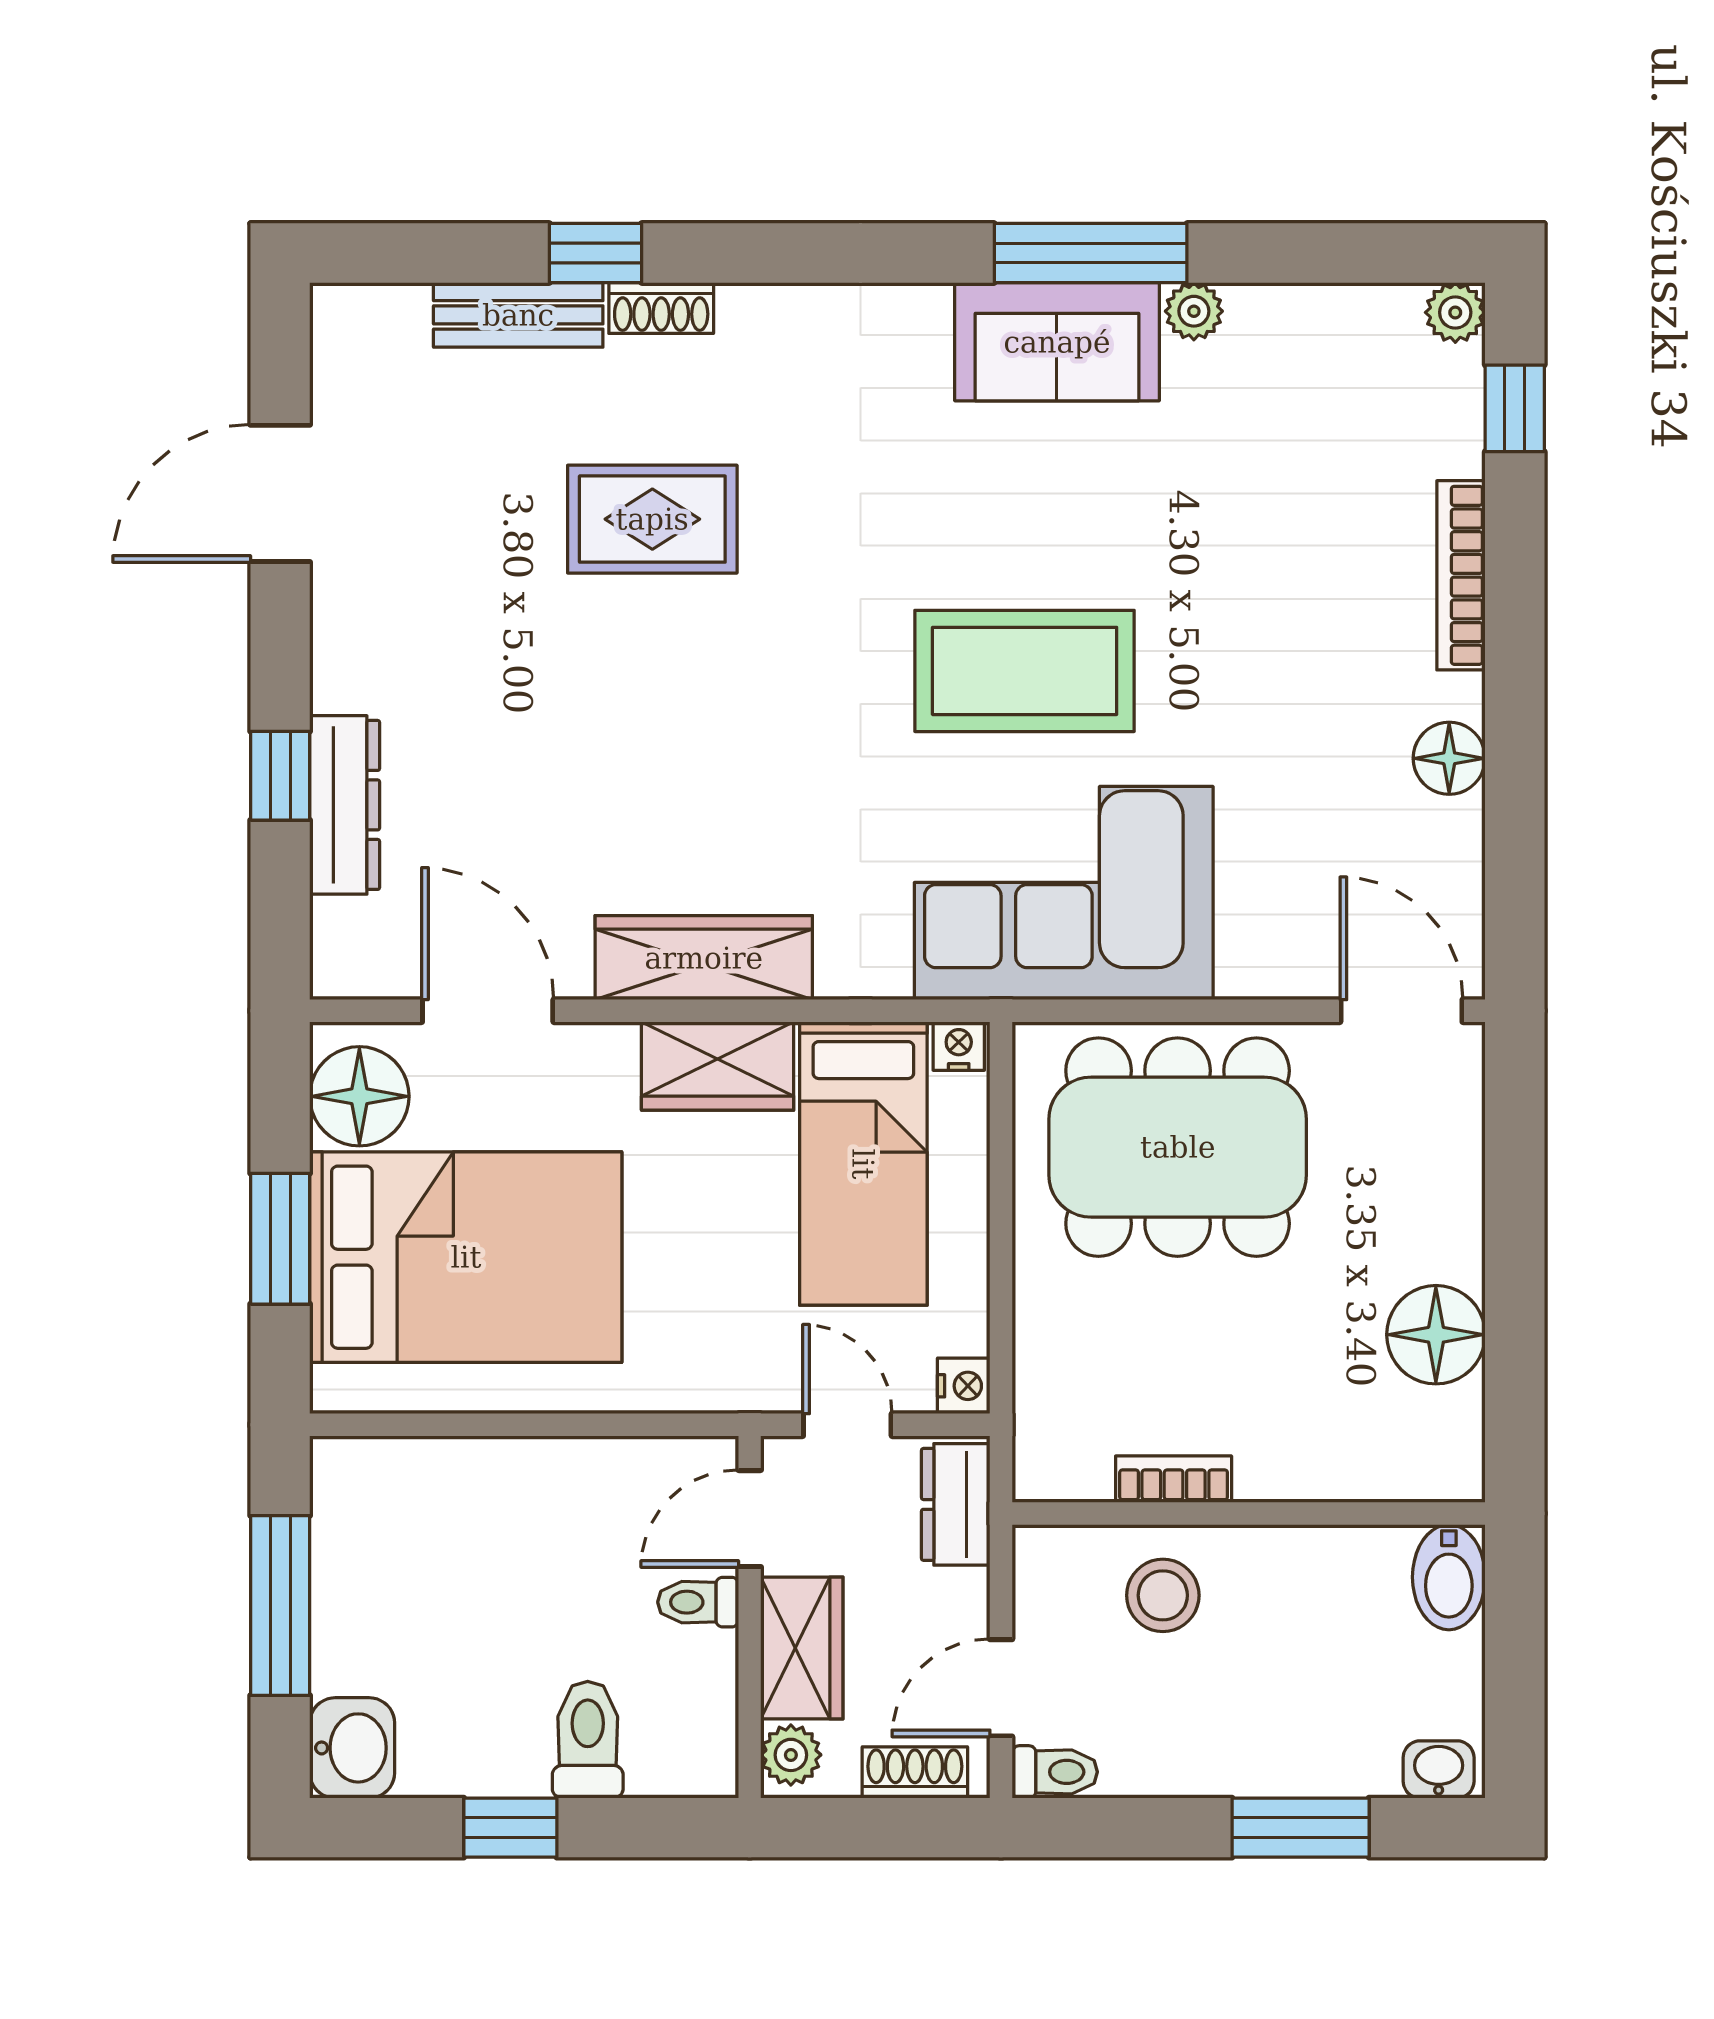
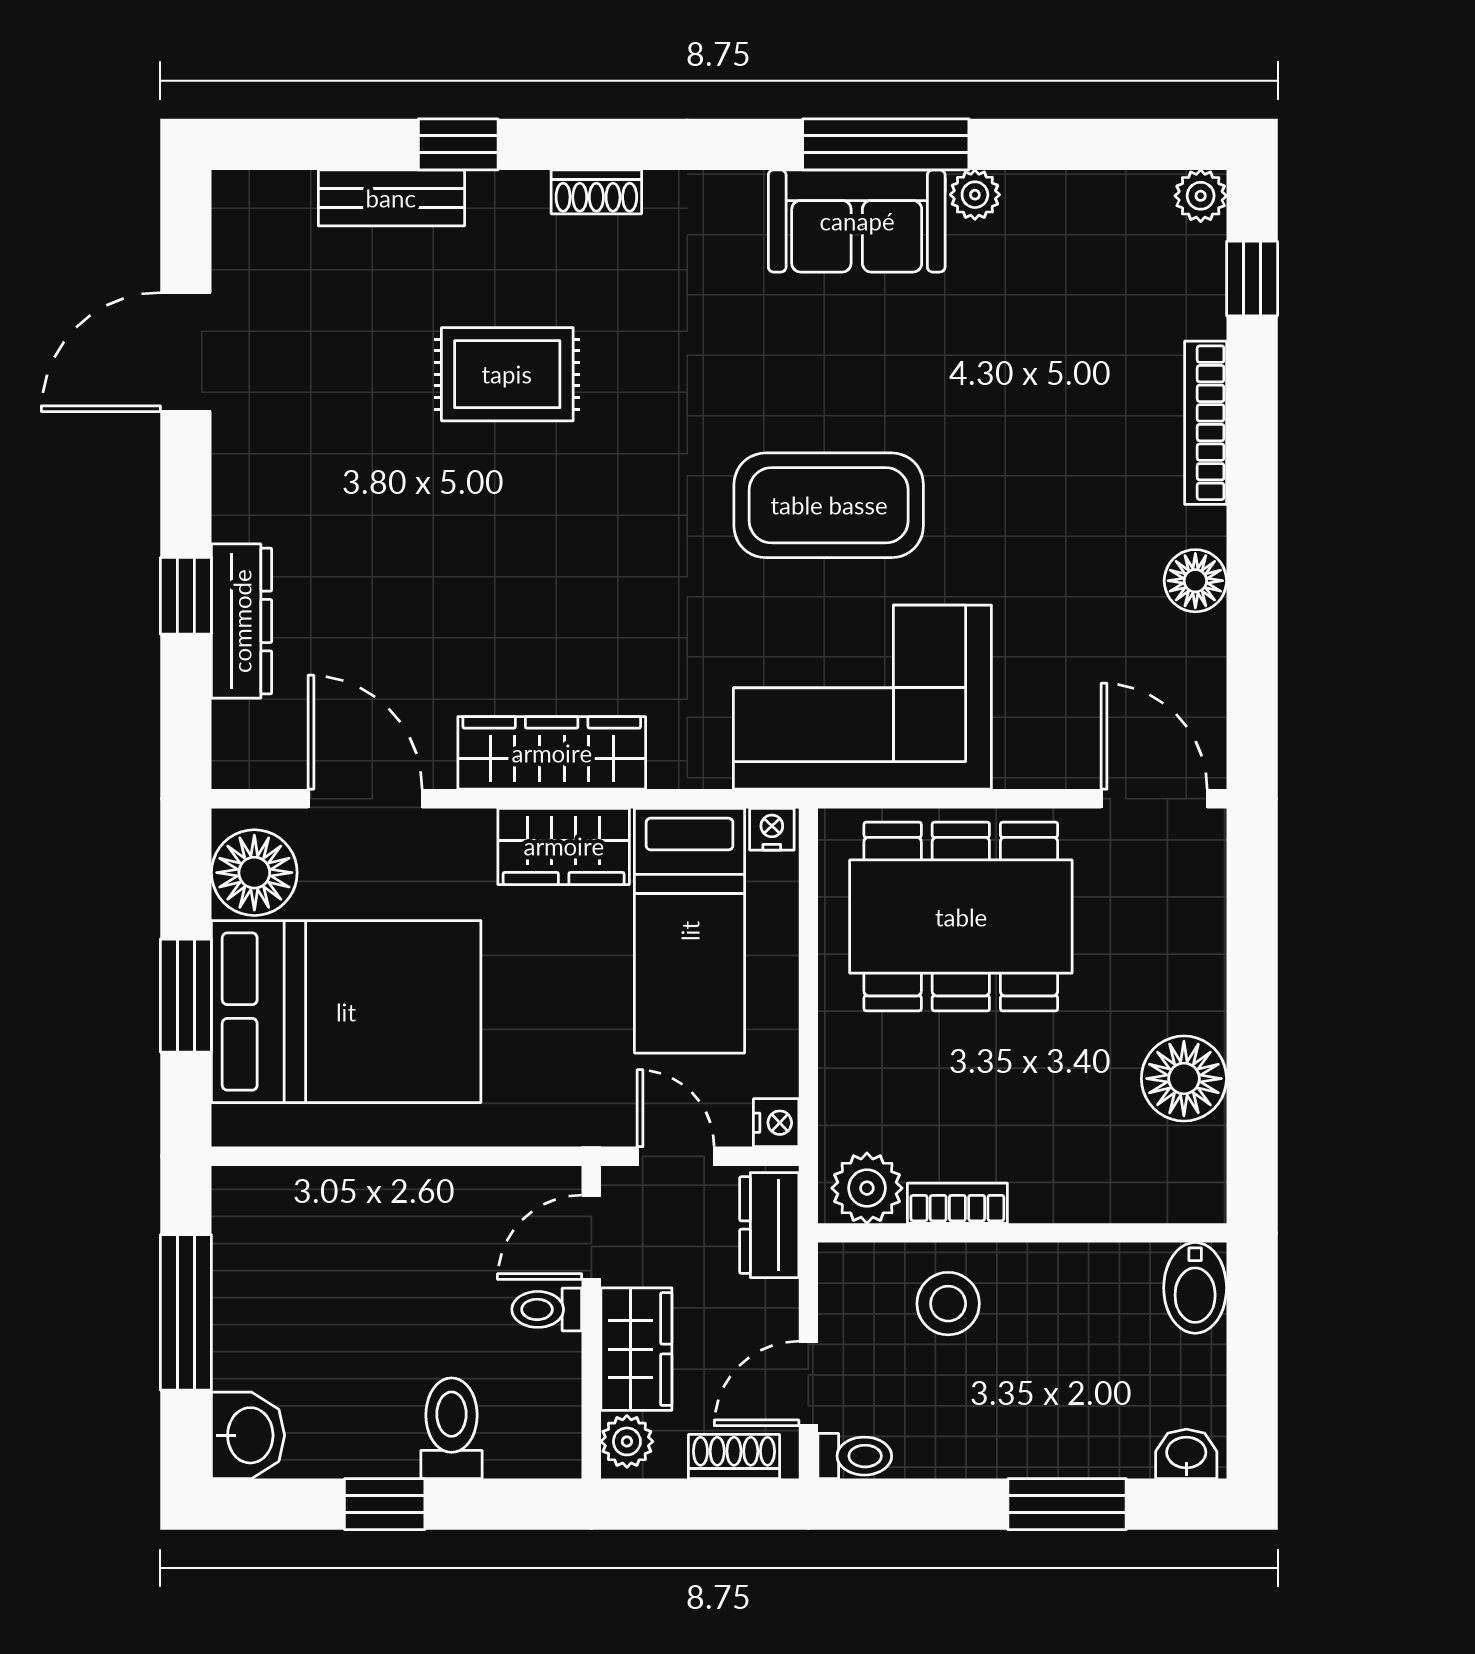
shoe rack: (661, 308) -> (596, 192), moved
plant: (1069, 1462) -> (867, 1188), added

